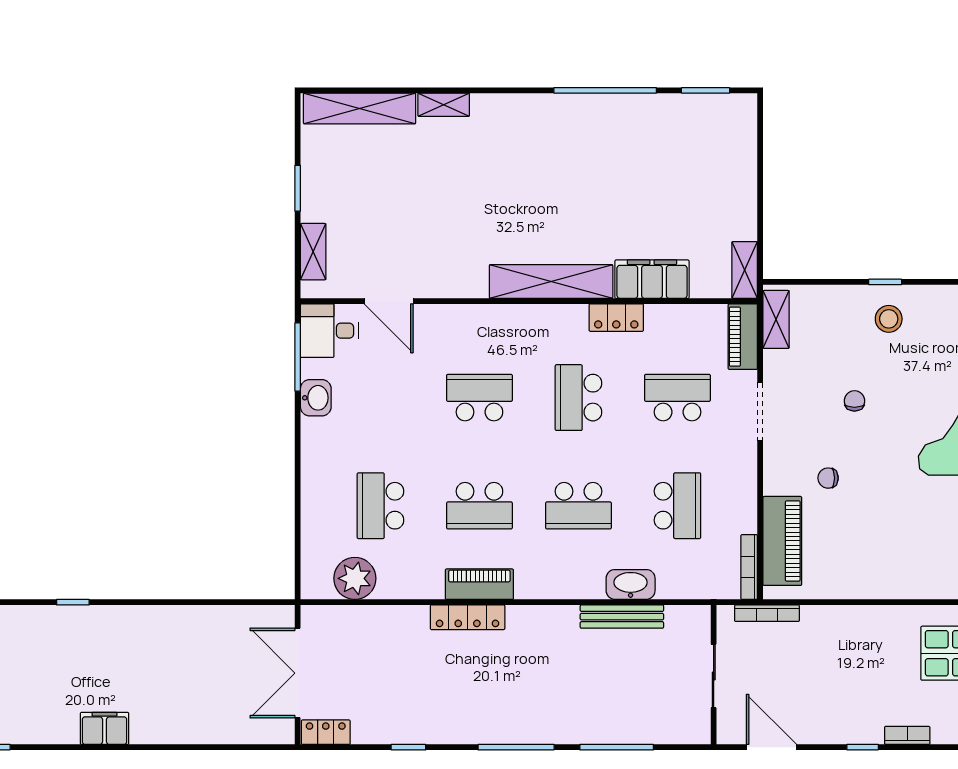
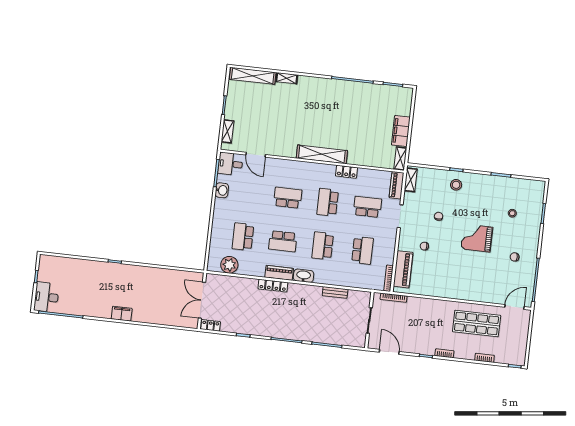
filing cabinet: (652, 279) -> (401, 131), moved, turned -90
school desk: (578, 506) -> (323, 246), turned 90
washbasin: (631, 584) -> (304, 276), moved
bench: (622, 617) -> (335, 292), width x0.73

